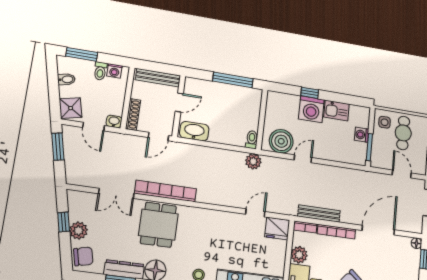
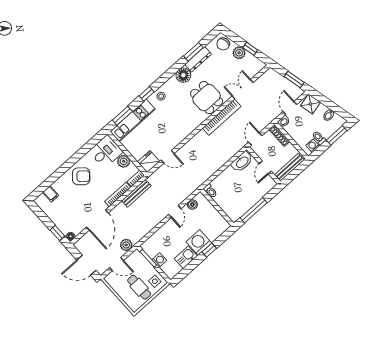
door: (94, 127) -> (290, 108), hinge flipped
boiler: (281, 141) -> (192, 205), width x0.54, depth x0.54
plant: (253, 161) -> (126, 245), moved
door: (255, 213) -> (168, 157), hinge flipped

